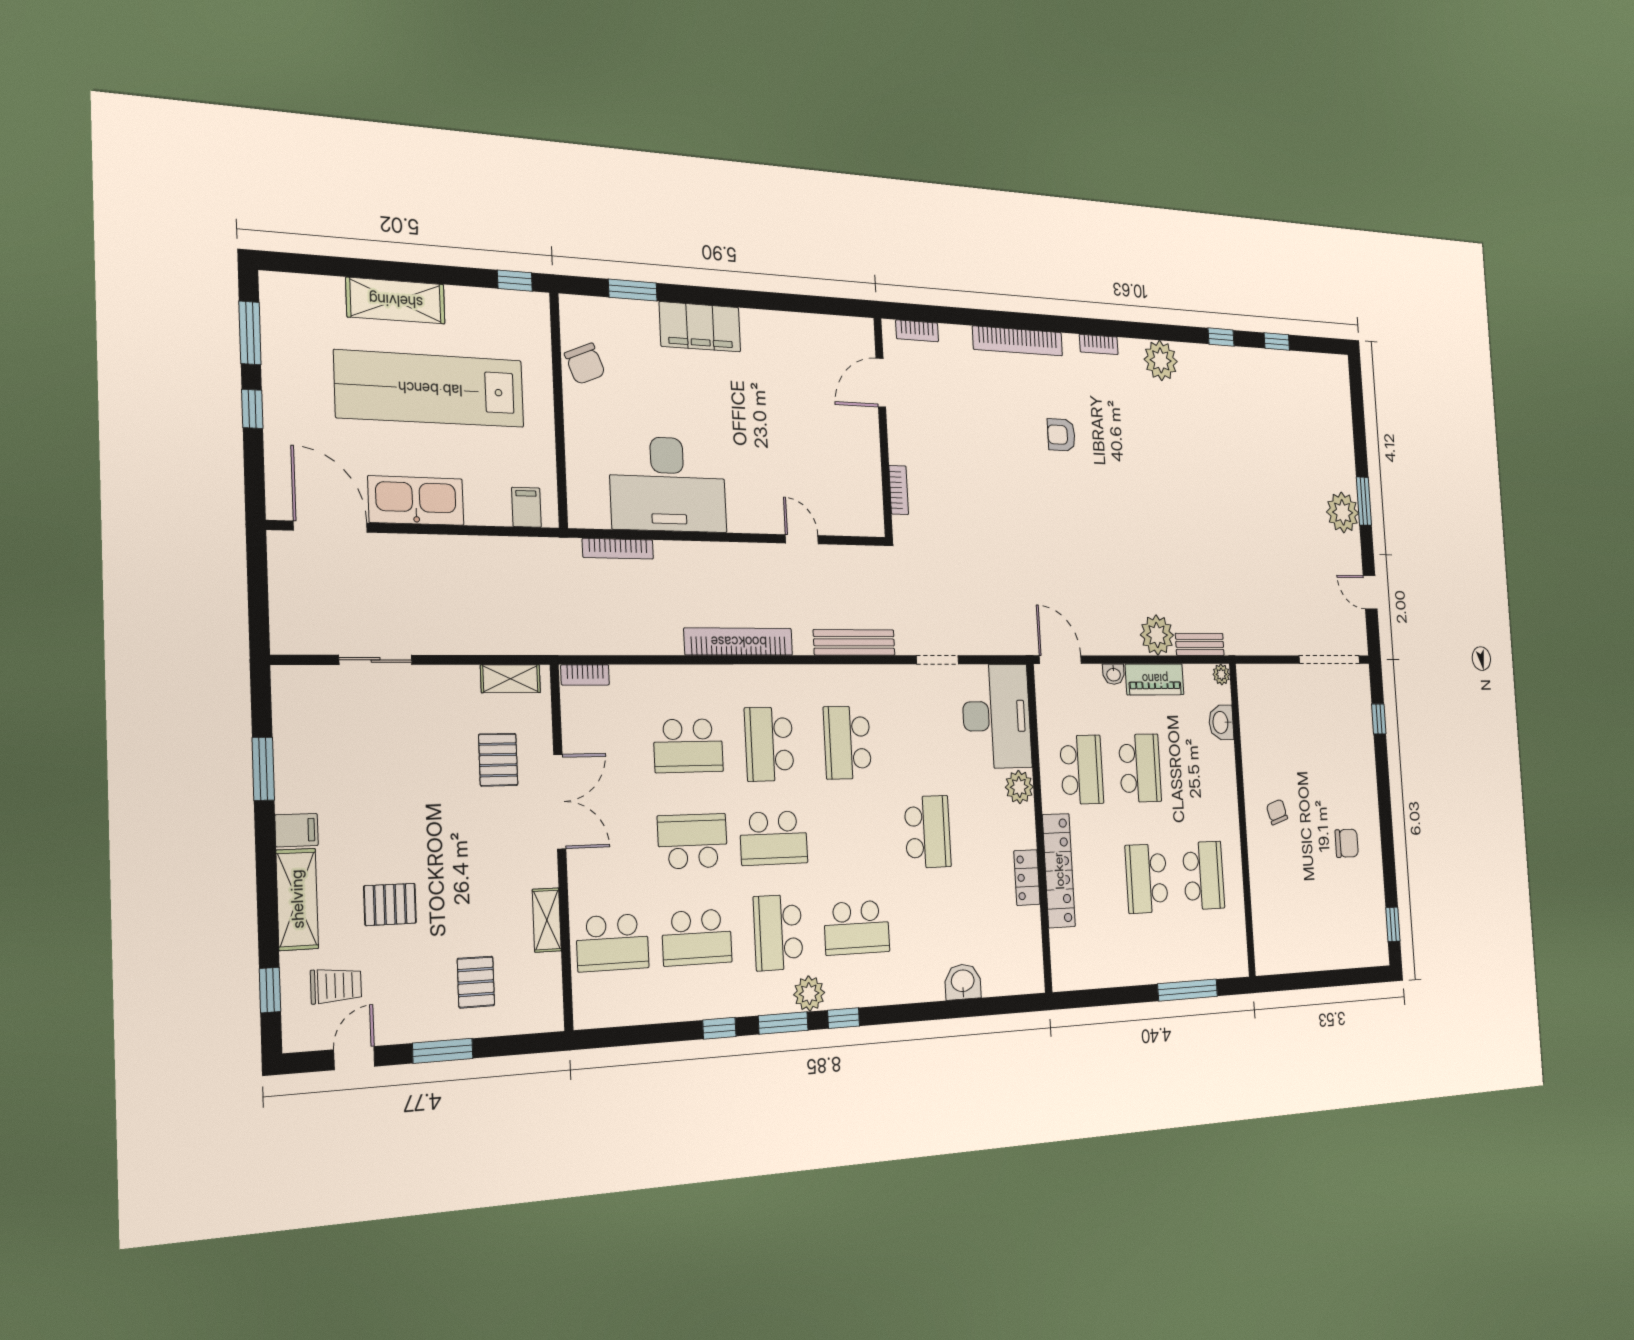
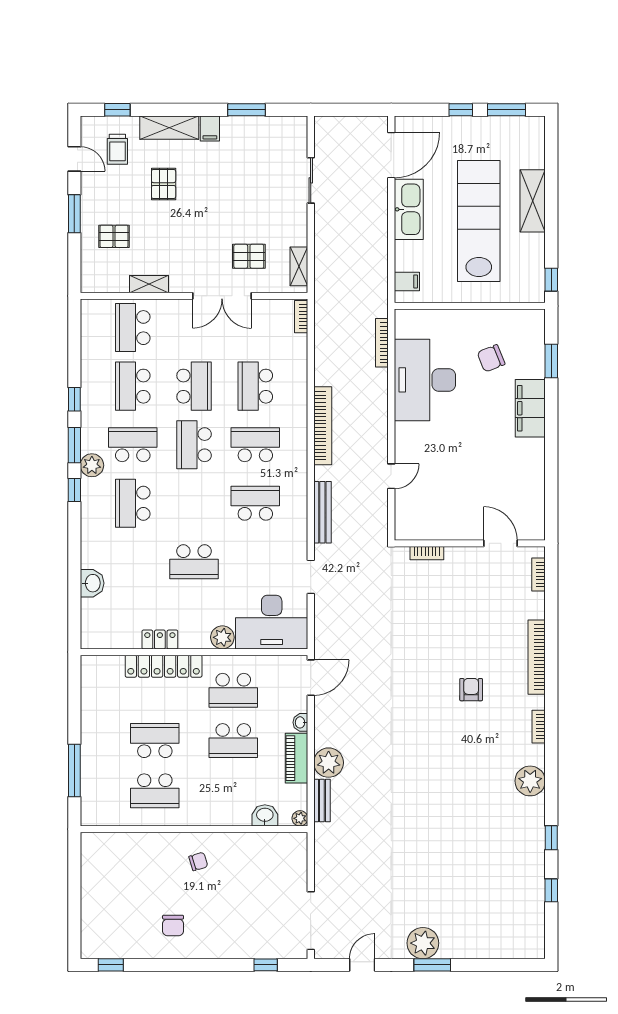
chair: (585, 364) -> (491, 358), moved

